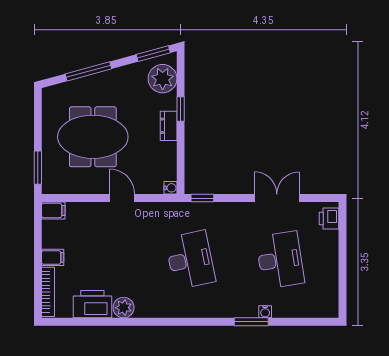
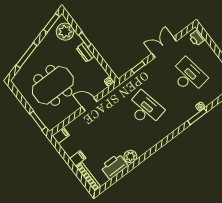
window: (202, 198) -> (138, 67), moved

